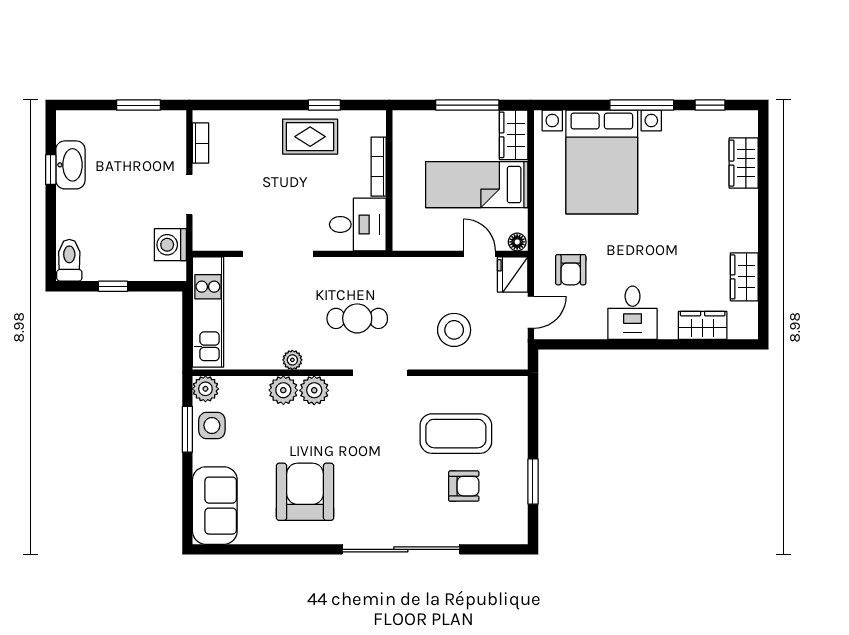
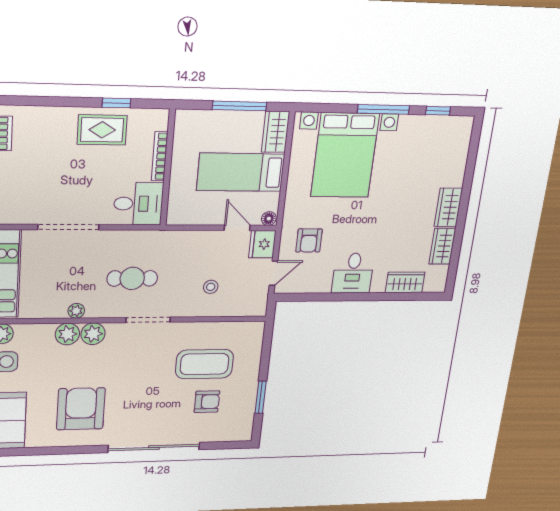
wardrobe: (744, 163) -> (448, 207), moved
stool: (454, 330) -> (211, 287), width x0.53, depth x0.53

